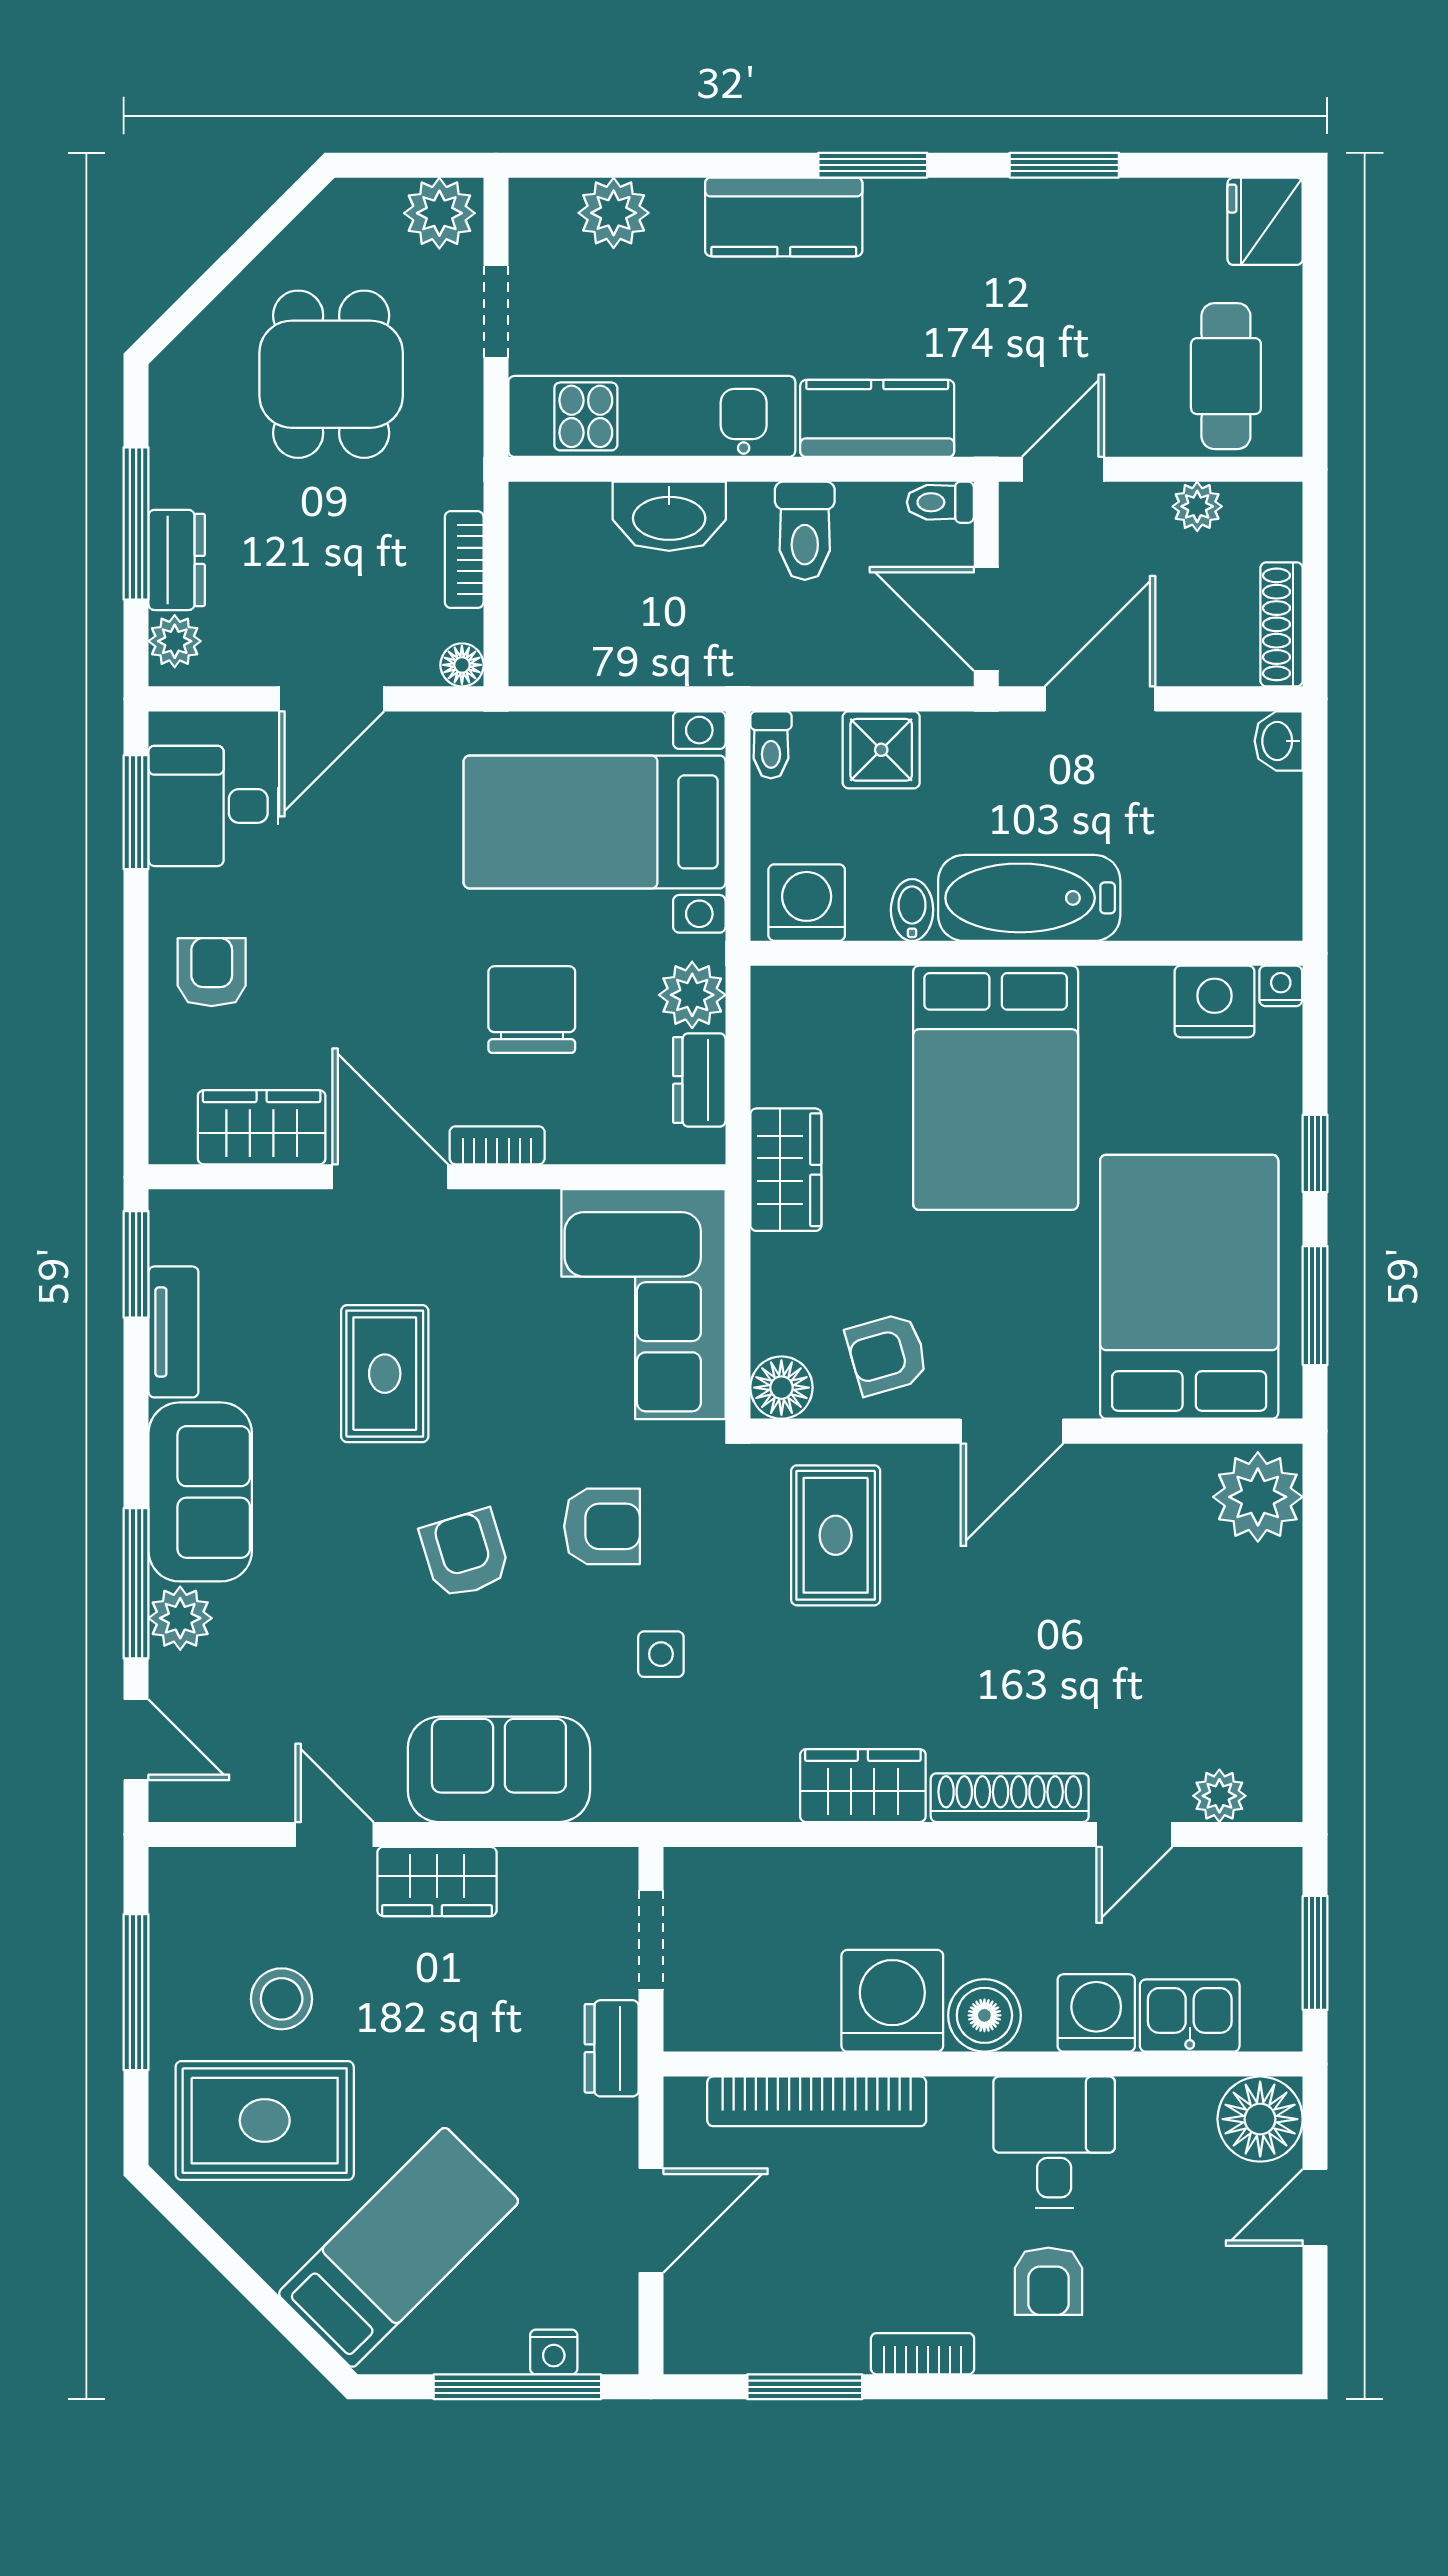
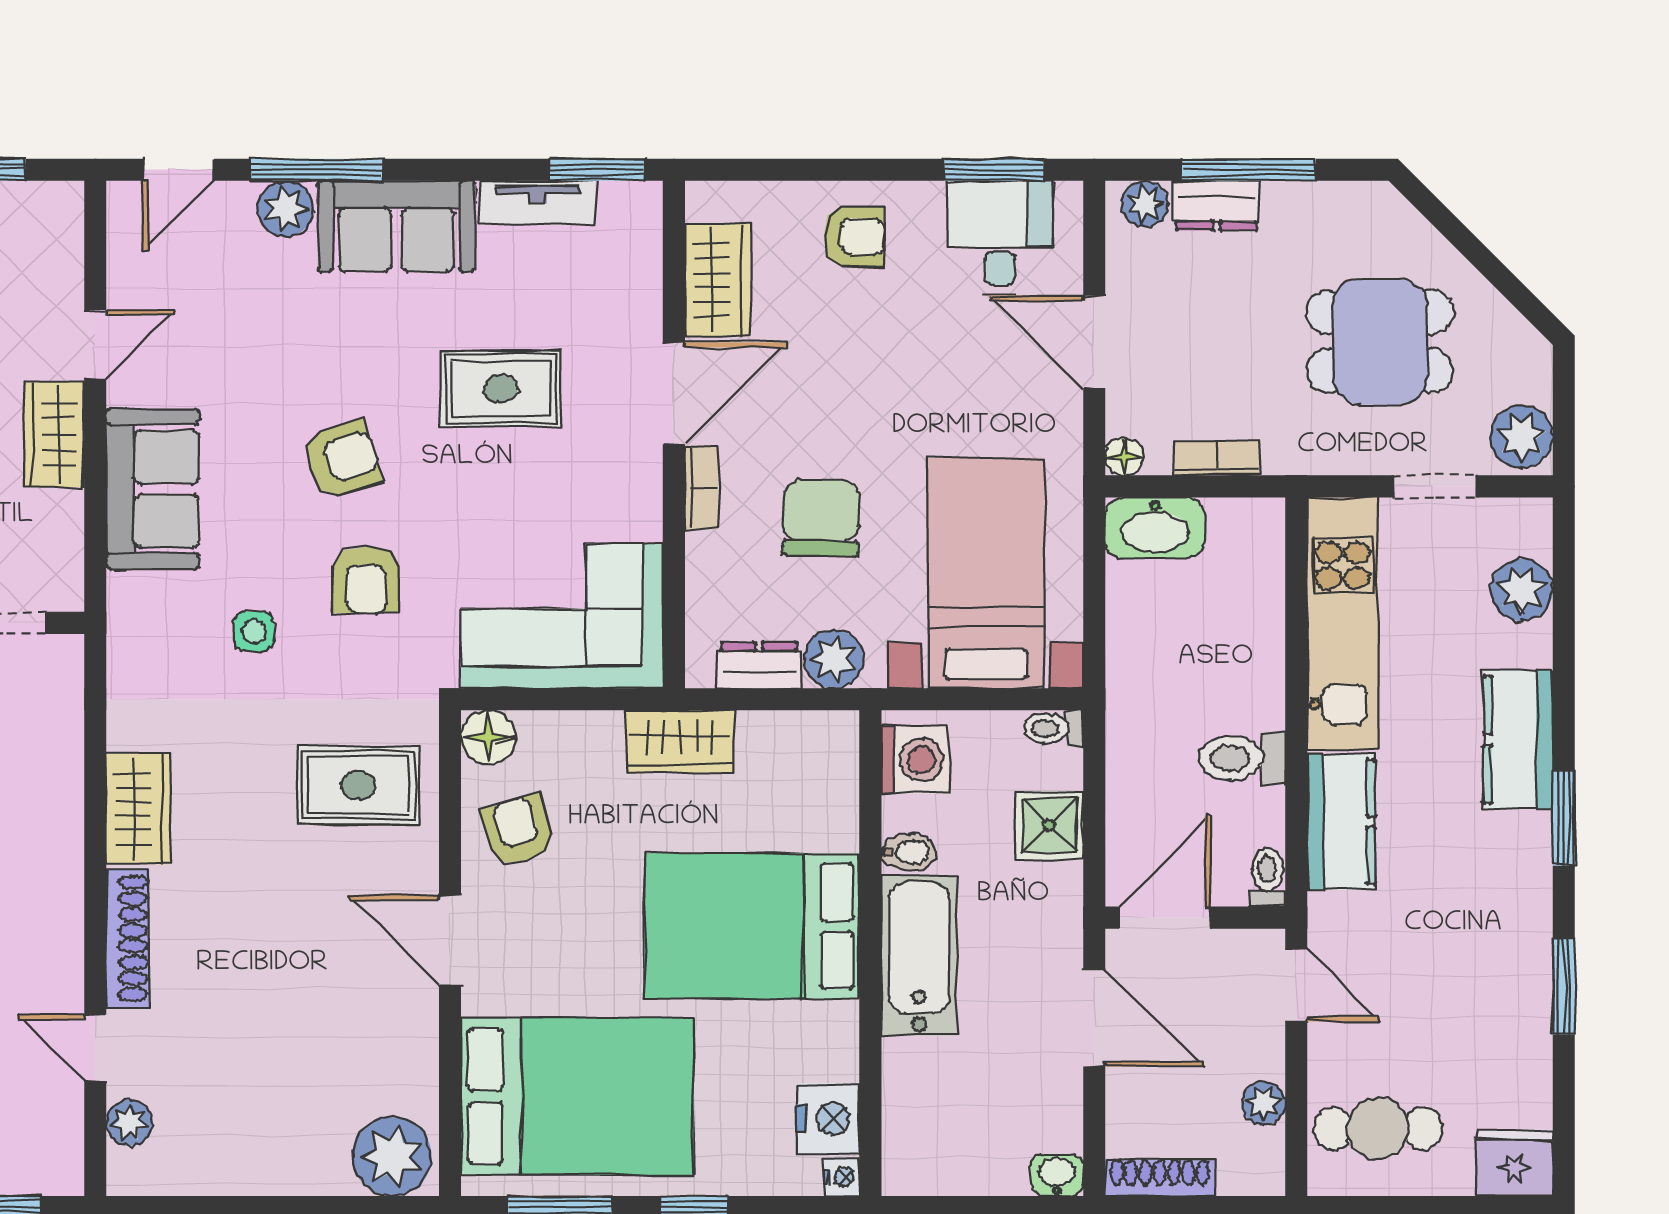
washbasin: (669, 516) -> (1155, 528), moved, turned -90
chair: (532, 1010) -> (821, 518), turned -89

